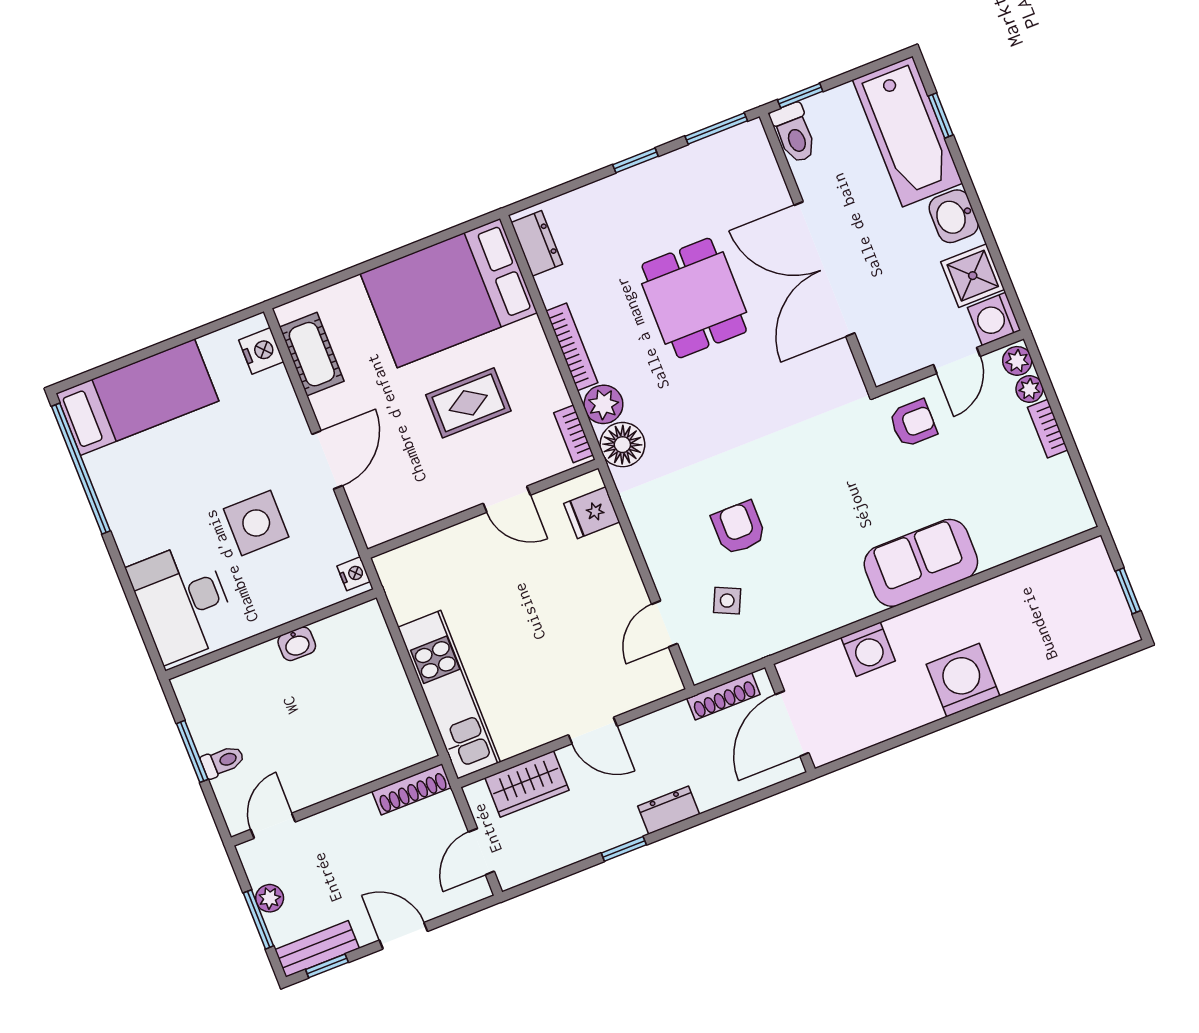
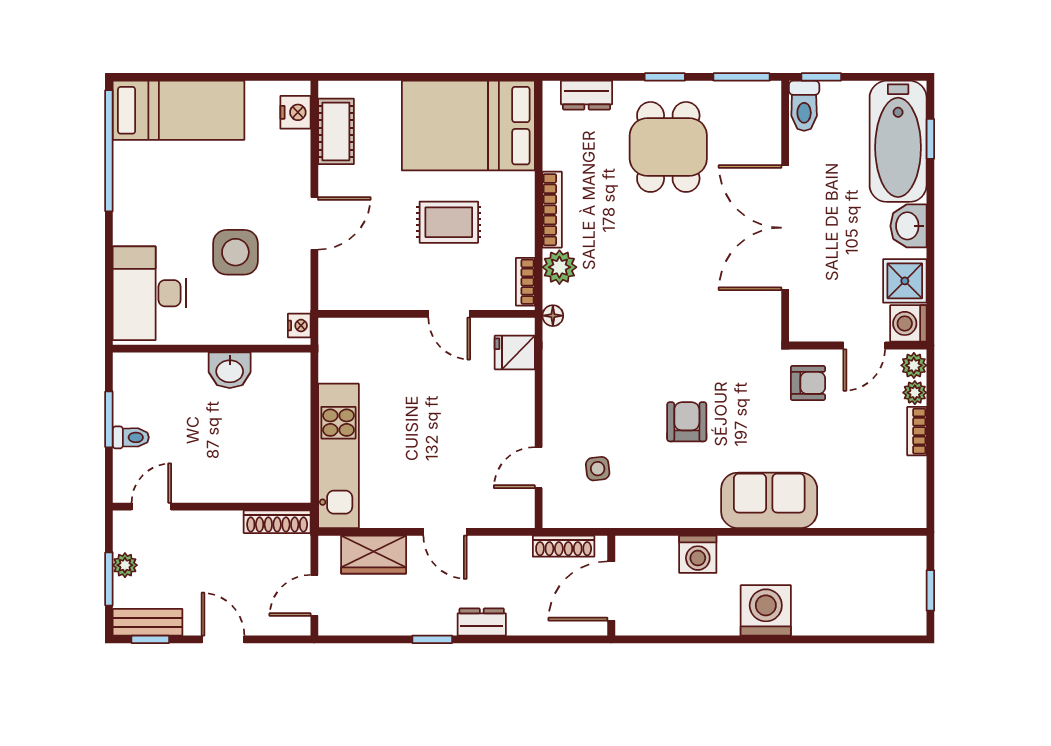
dresser: (537, 243) -> (587, 95), moved, turned 90
dining table: (694, 298) -> (668, 147), moved
floor lamp: (622, 445) -> (553, 316), width x0.53, depth x0.53
armchair: (739, 528) -> (687, 422), moved
side table: (727, 601) -> (598, 469), turned -31
washbasin: (297, 644) -> (230, 370), width x1.38, depth x1.45

